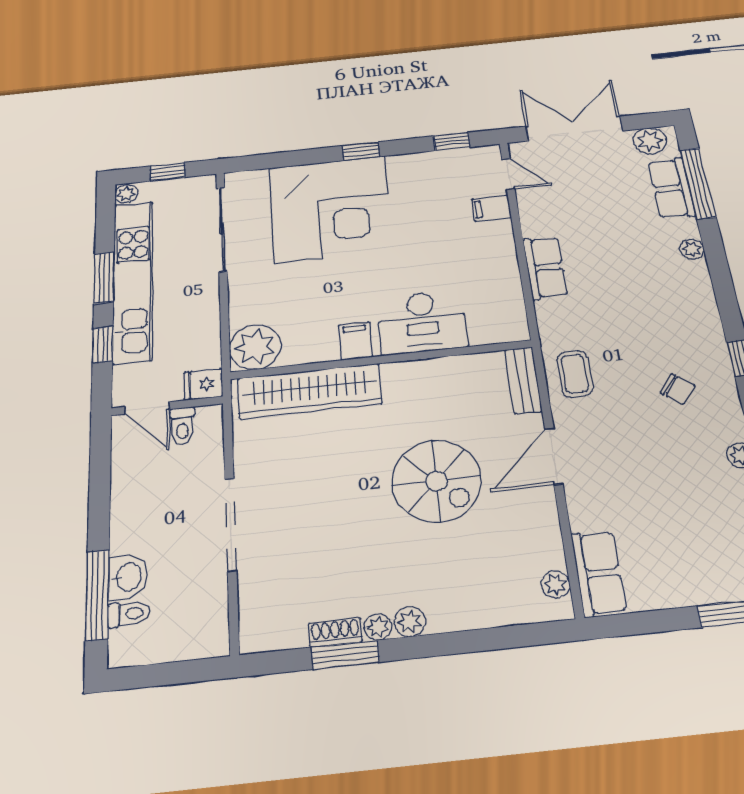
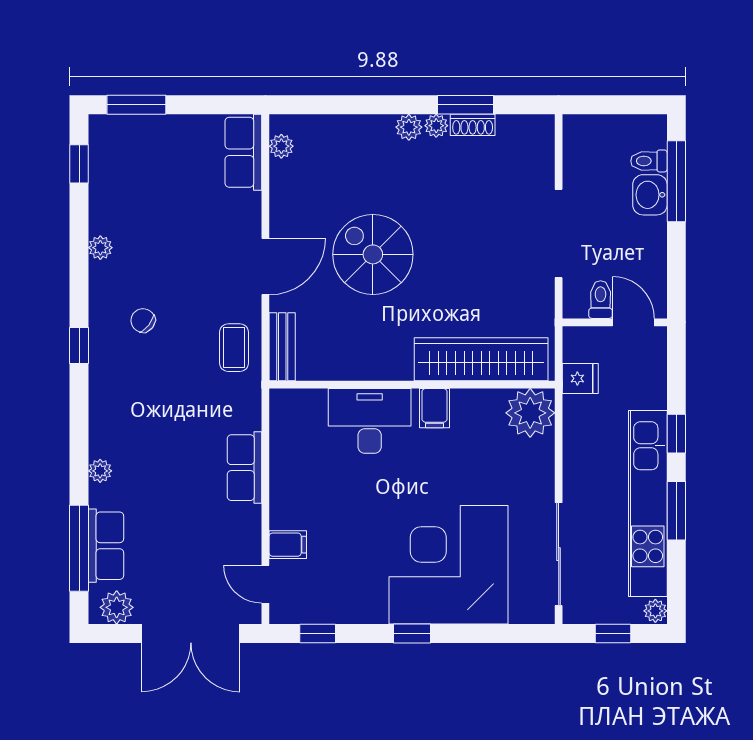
wall: (167, 406) -> (615, 322), moved
door: (147, 408) -> (633, 322), moved
toilet: (182, 426) -> (601, 300), moved

